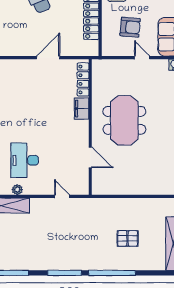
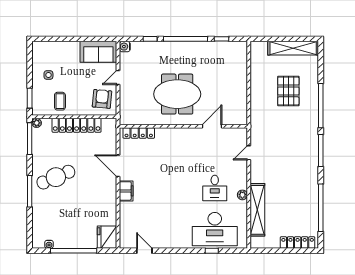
armchair: (130, 27) -> (102, 99), moved
filing cabinet: (82, 109) -> (126, 191), moved, turned -90
desk: (25, 160) -> (215, 188), width x0.73
pallet: (128, 238) -> (288, 91), width x1.50, depth x1.42

